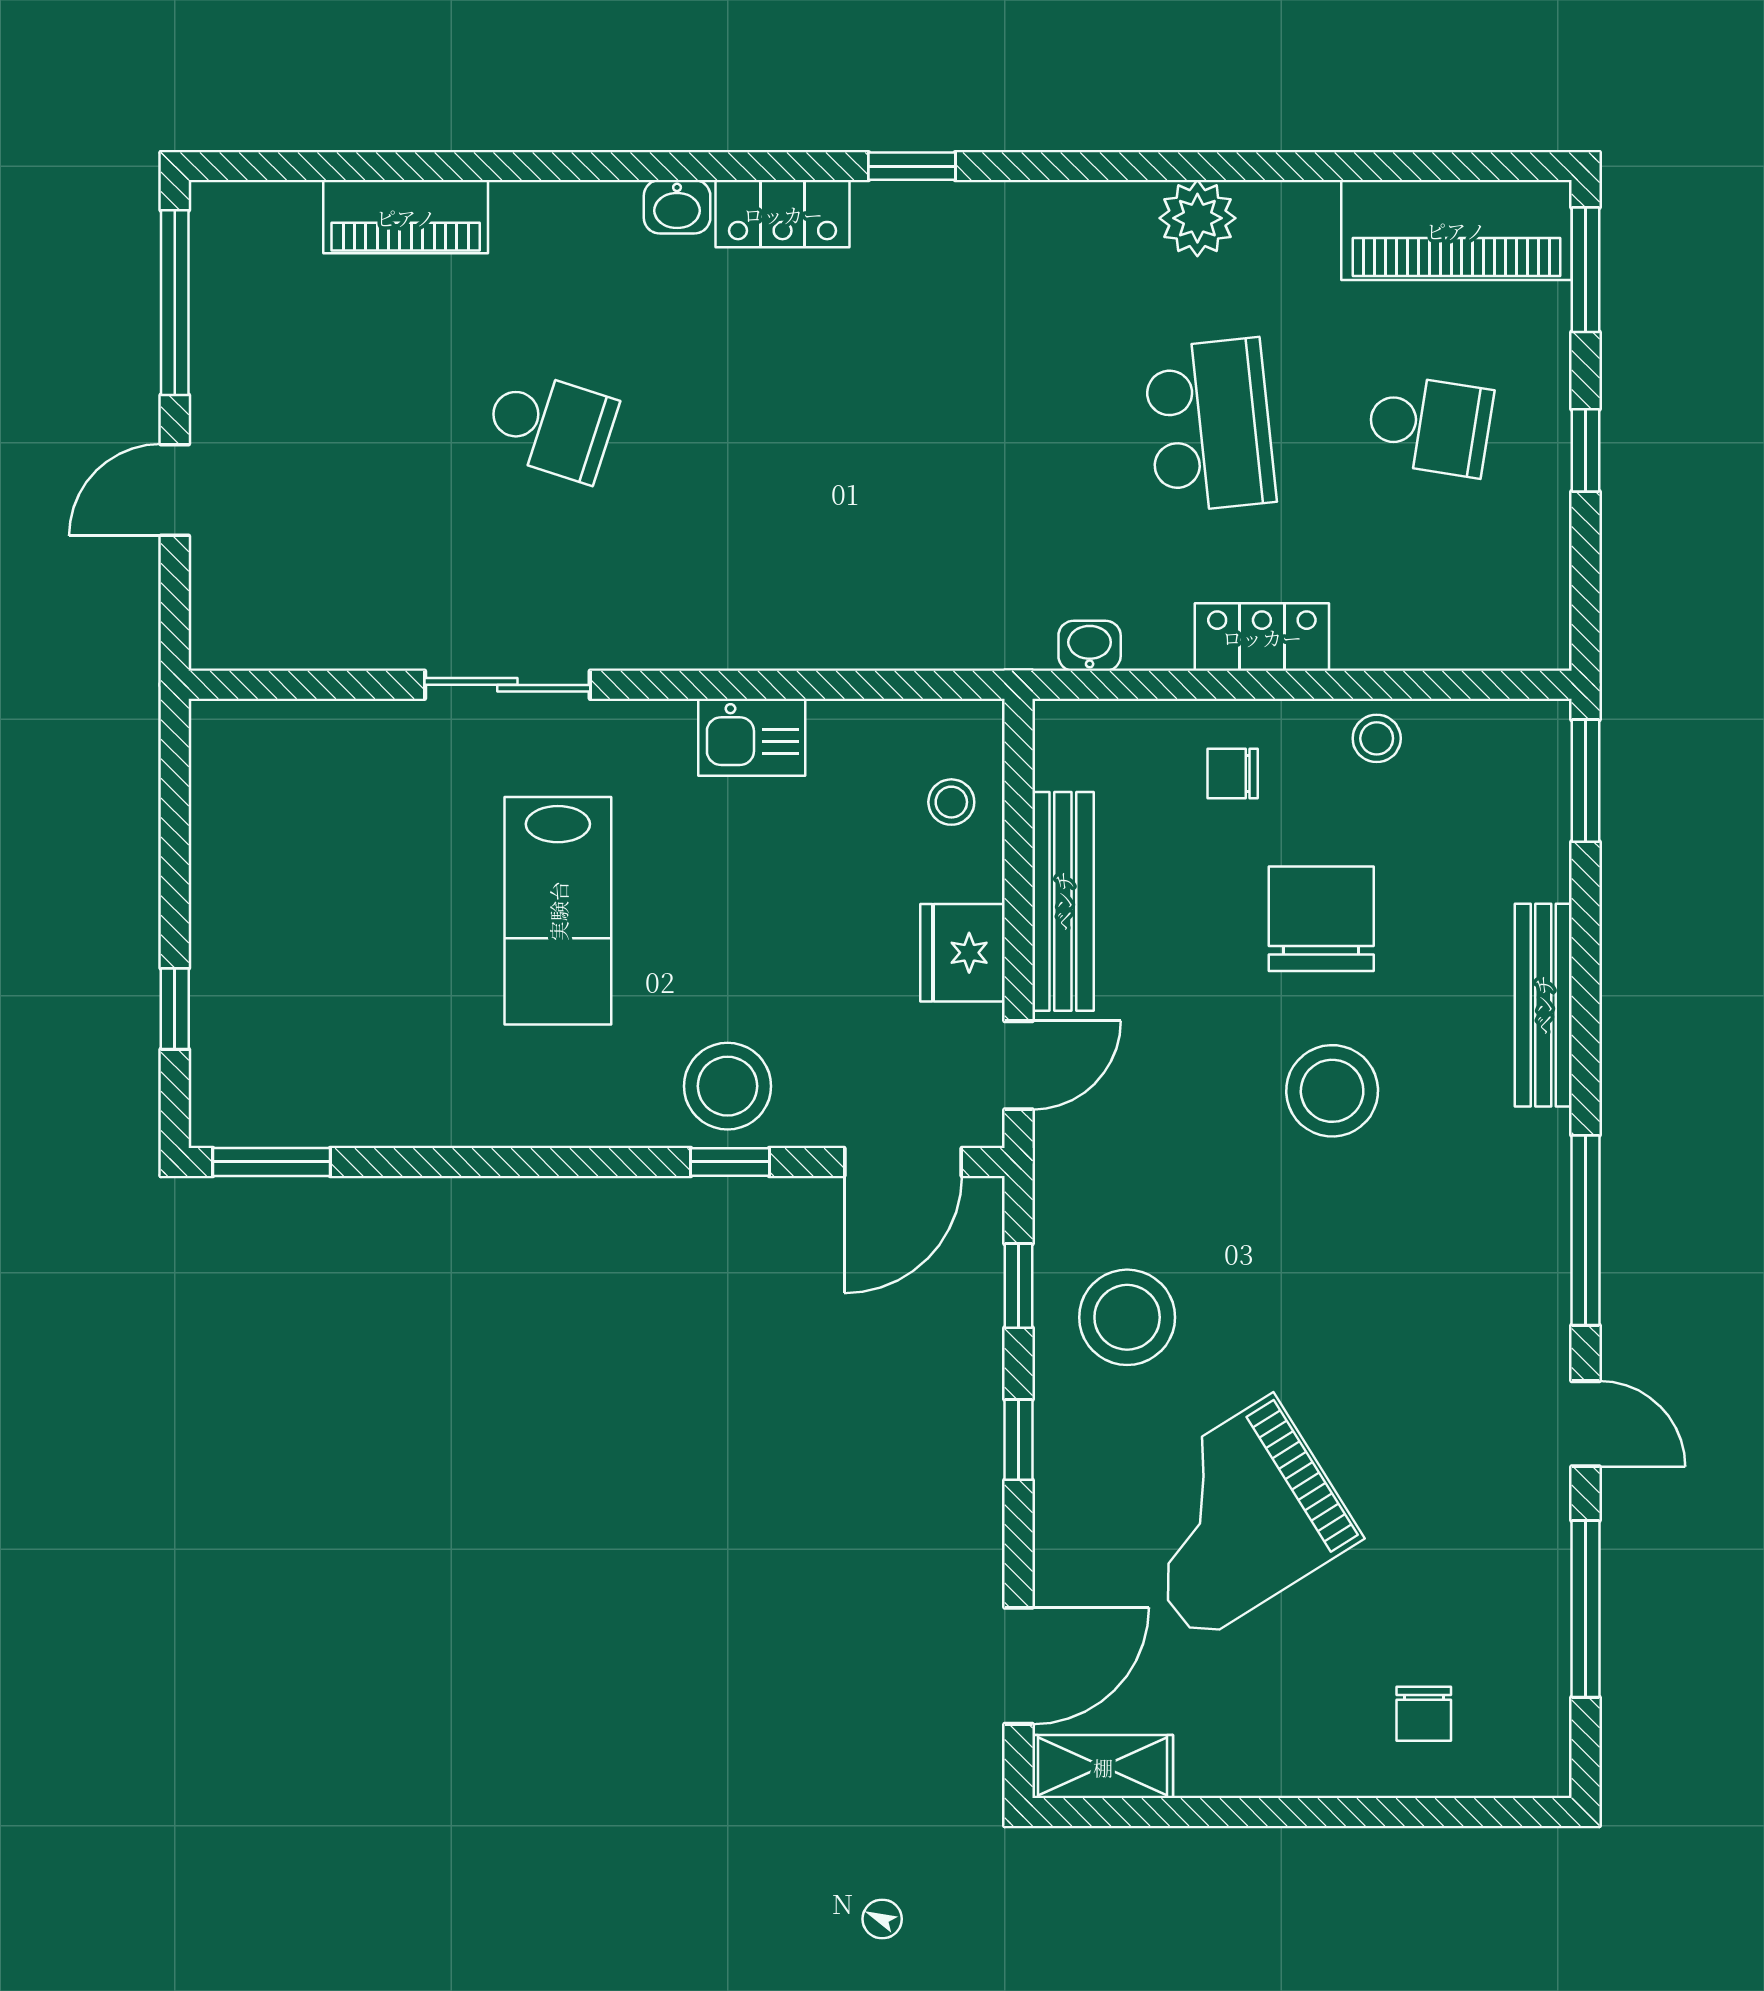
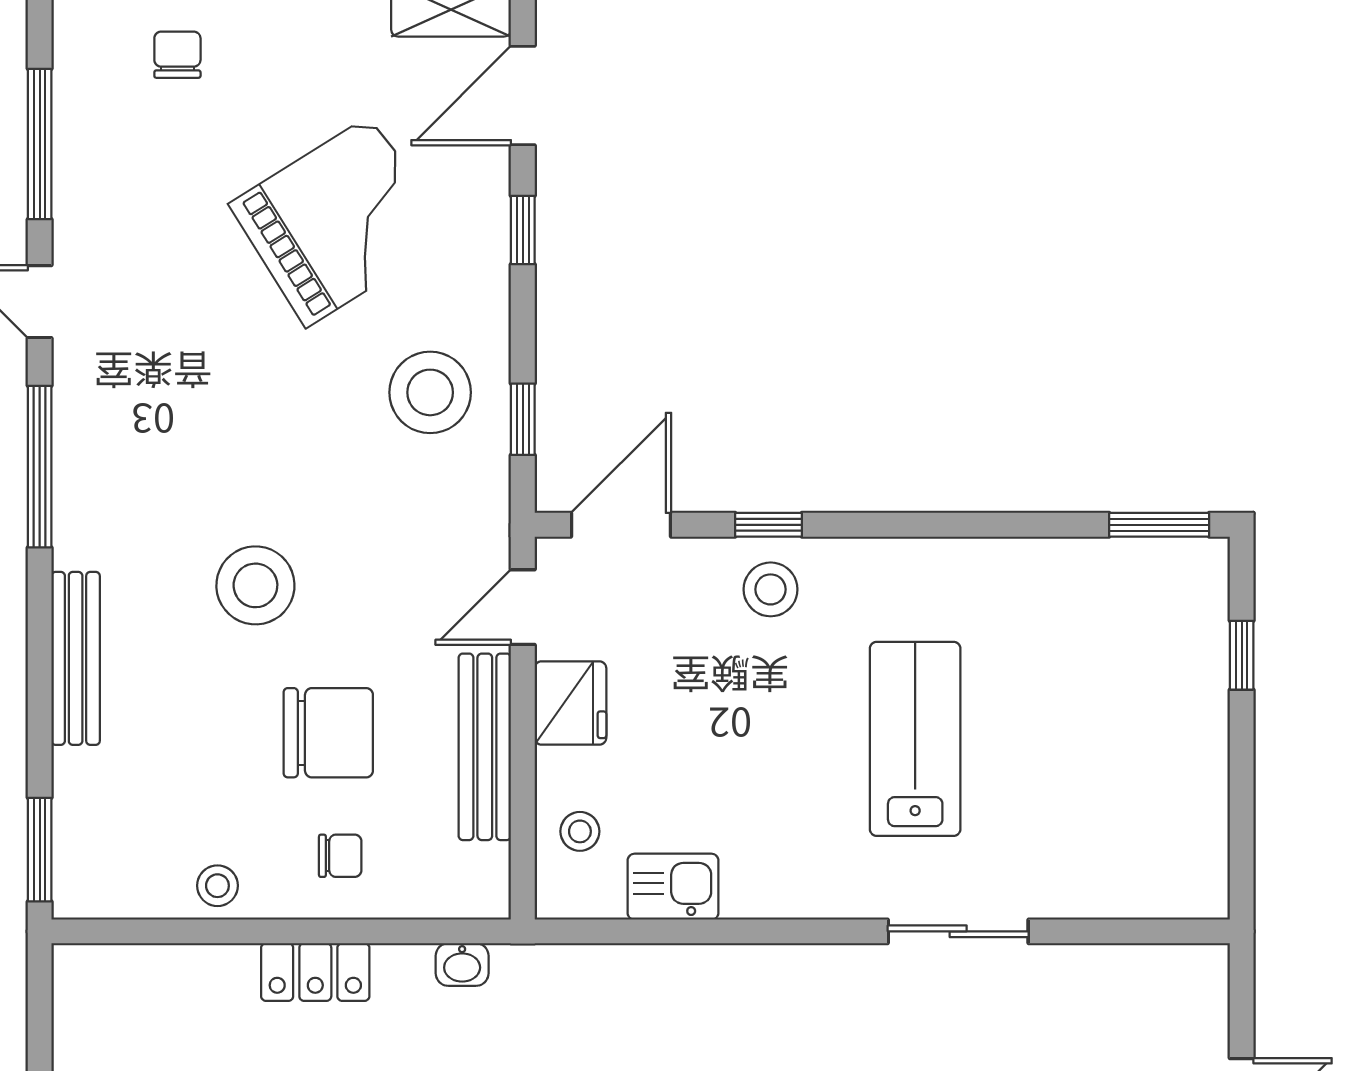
kitchen sink: (752, 737) -> (673, 887), moved
chair: (1321, 919) -> (328, 733), moved, turned -90
stool: (728, 1086) -> (771, 589), width x0.73, depth x0.73
window: (1018, 1440) -> (523, 230), moved

